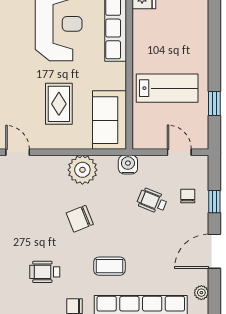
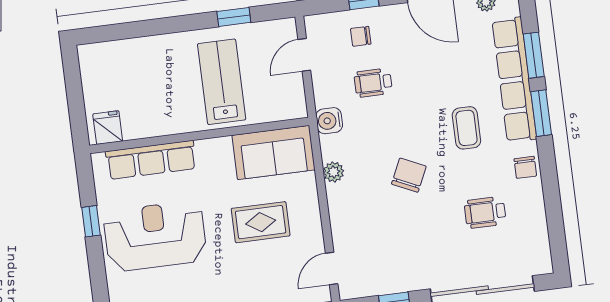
plant: (82, 170) -> (334, 172), width x0.53, depth x0.53
wheelchair: (152, 201) -> (373, 83), turned 68
chair: (80, 219) -> (409, 175), turned -133
wheelchair: (45, 272) -> (485, 212), turned 90

